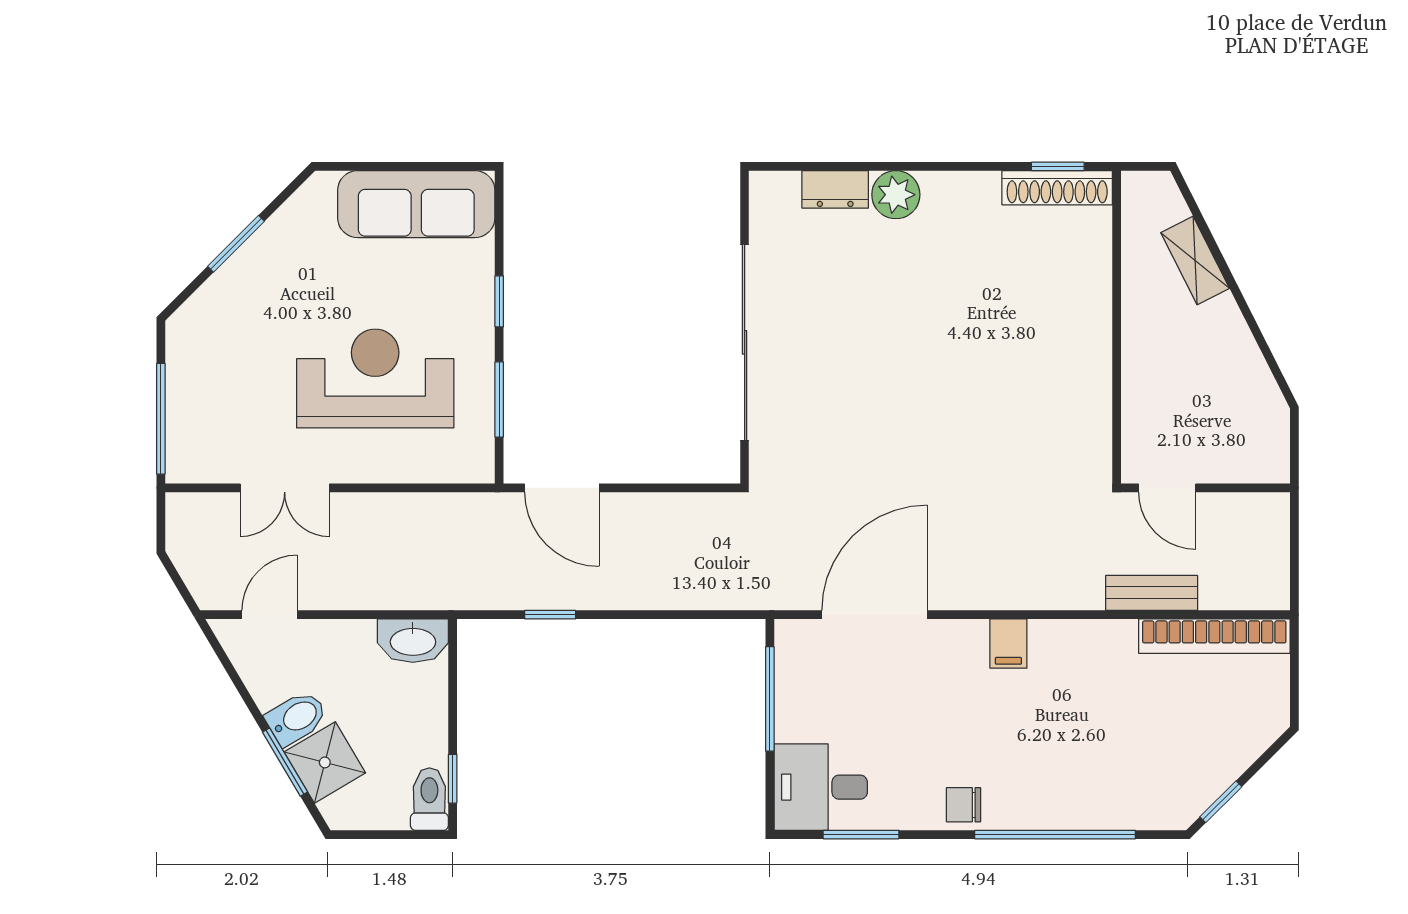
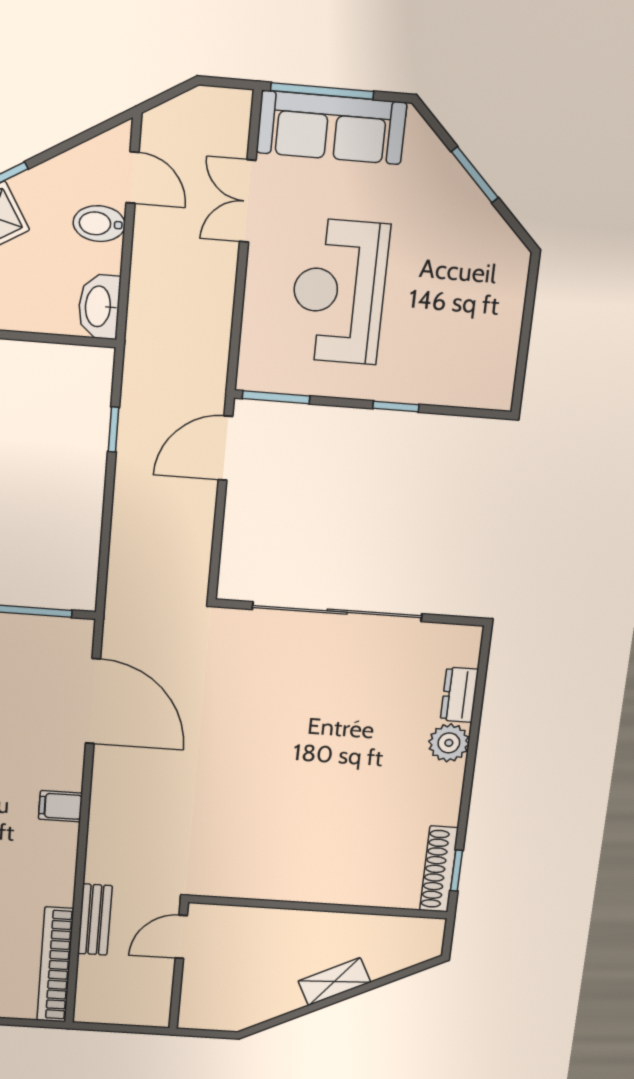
sofa: (416, 204) -> (331, 128), moved, turned -90
shelving: (1195, 260) -> (334, 982), moved
reception desk: (375, 378) -> (339, 291), turned 180
window: (499, 399) -> (276, 397), moved
bidet: (297, 718) -> (99, 224), moved, turned 121

